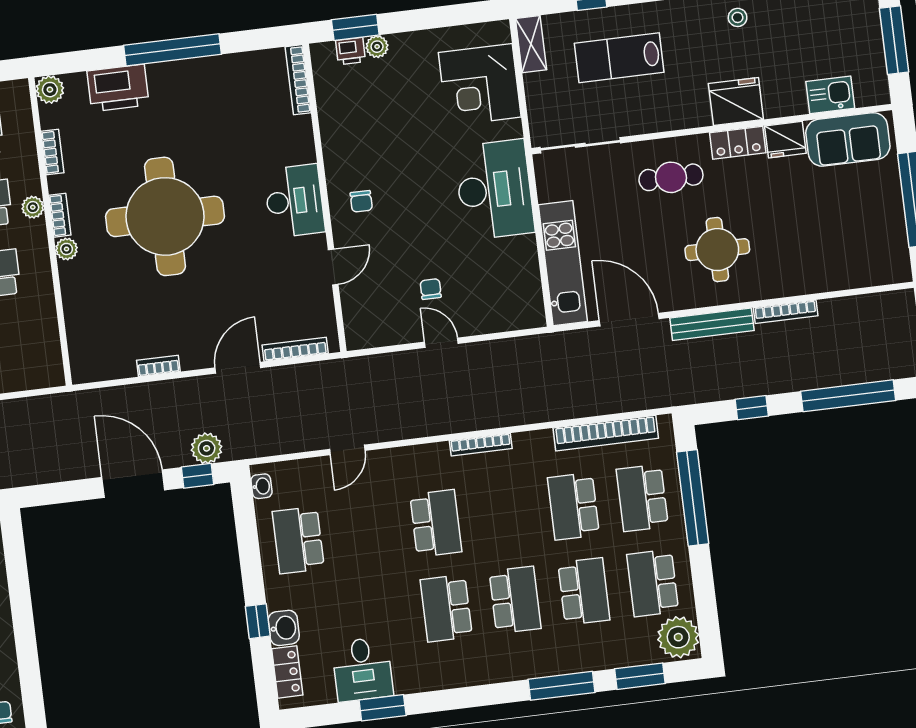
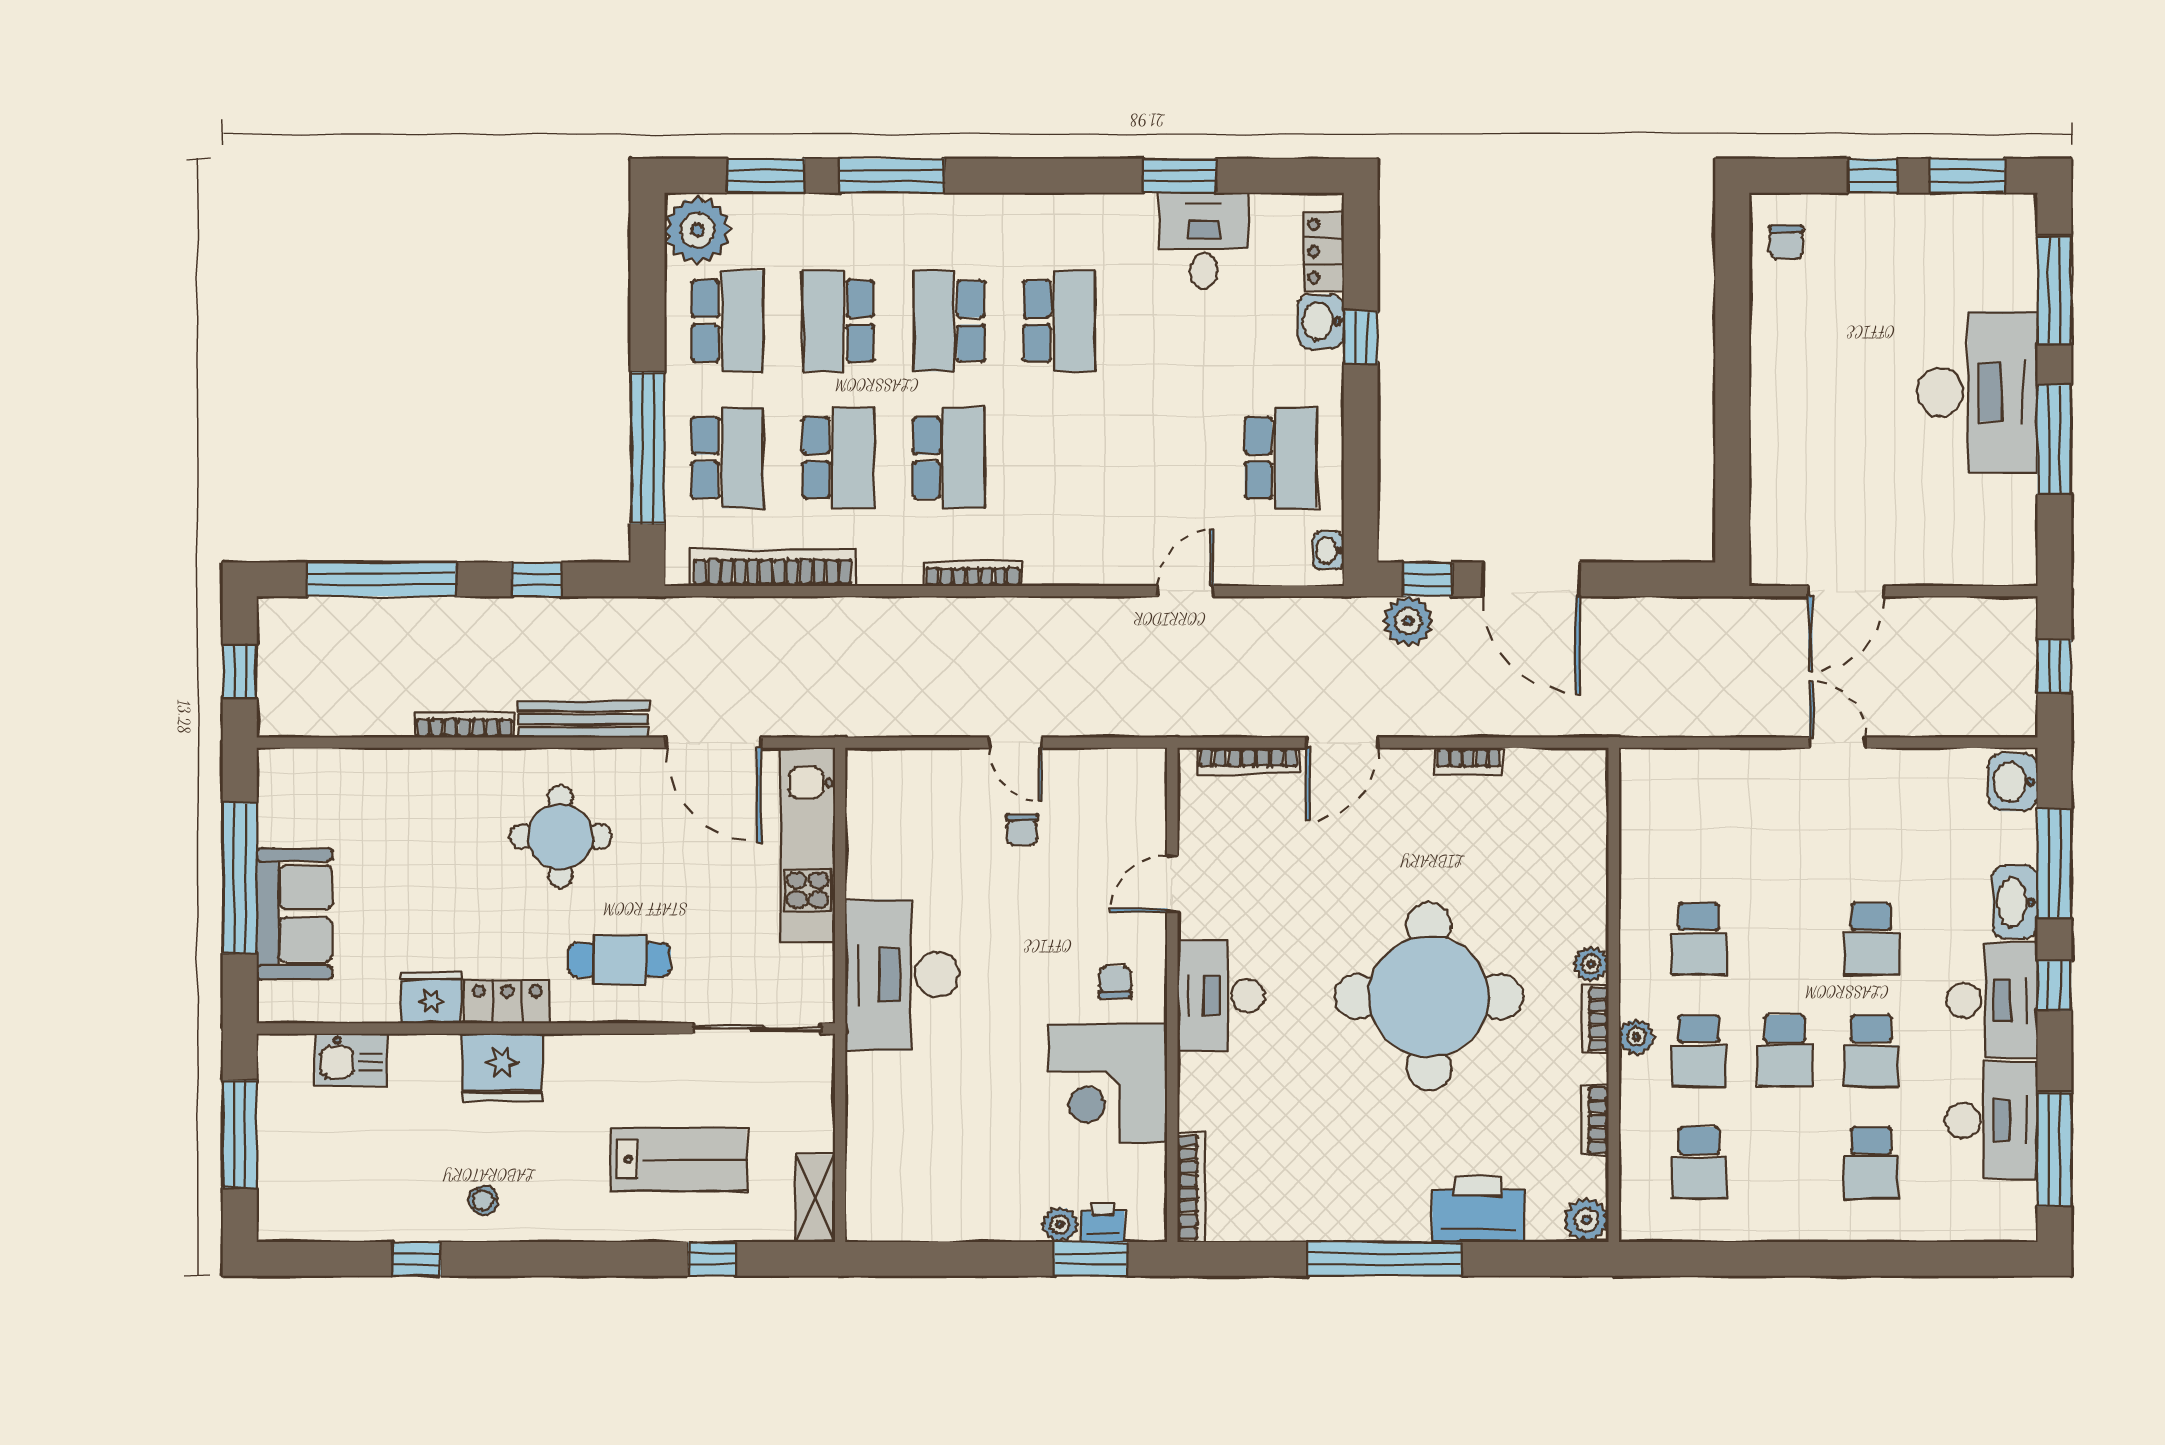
corner desk: (480, 85) -> (1108, 1083), moved, turned 180
sofa: (848, 139) -> (294, 914), moved, turned 90
school desk: (436, 523) -> (949, 458), moved, turned 180

